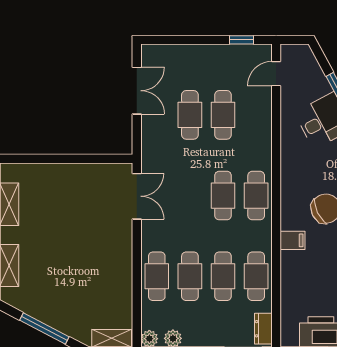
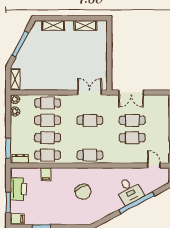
double door: (137, 91) -> (131, 92), moved
double door: (137, 196) -> (90, 92), swing flipped
cafe table: (223, 196) -> (90, 120), moved
filing cabinet: (293, 240) -> (46, 174), moved

